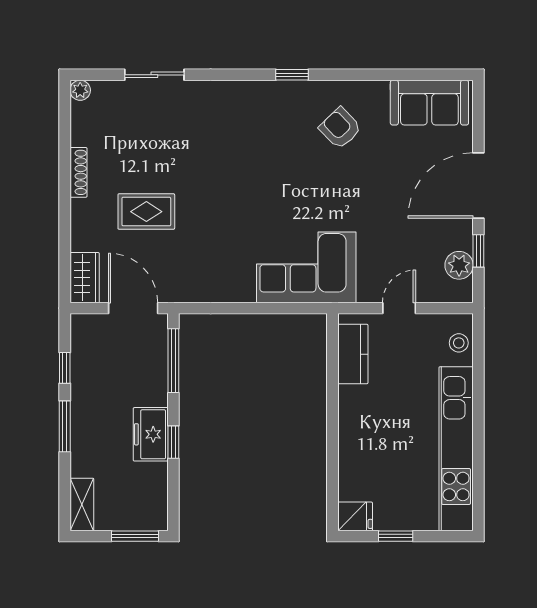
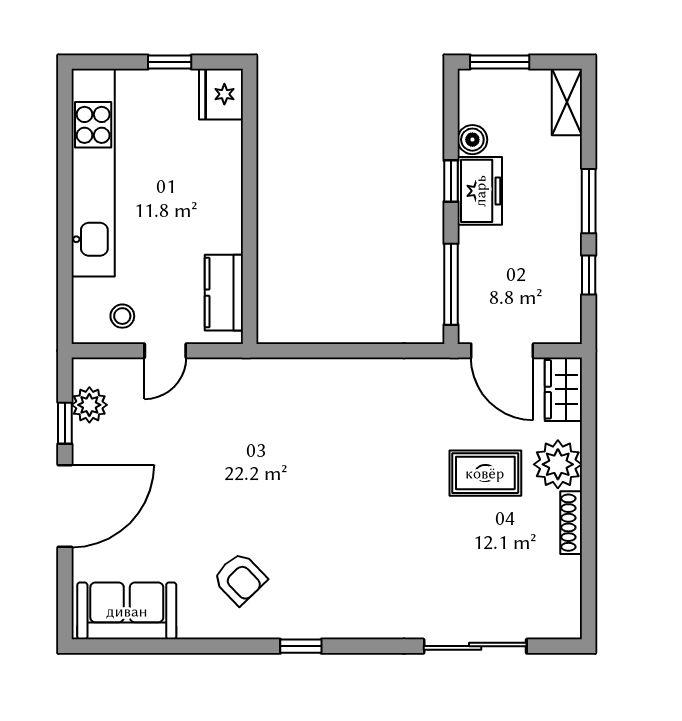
sliding door: (154, 75) -> (475, 646), width x1.37
plant: (80, 90) -> (558, 464), moved, width x1.87, depth x1.87
corner sofa: (306, 267) -> (283, 402), removed
stool: (459, 343) -> (122, 316), moved
boiler: (157, 475) -> (472, 140), added
fridge: (355, 516) -> (221, 94), width x1.38

